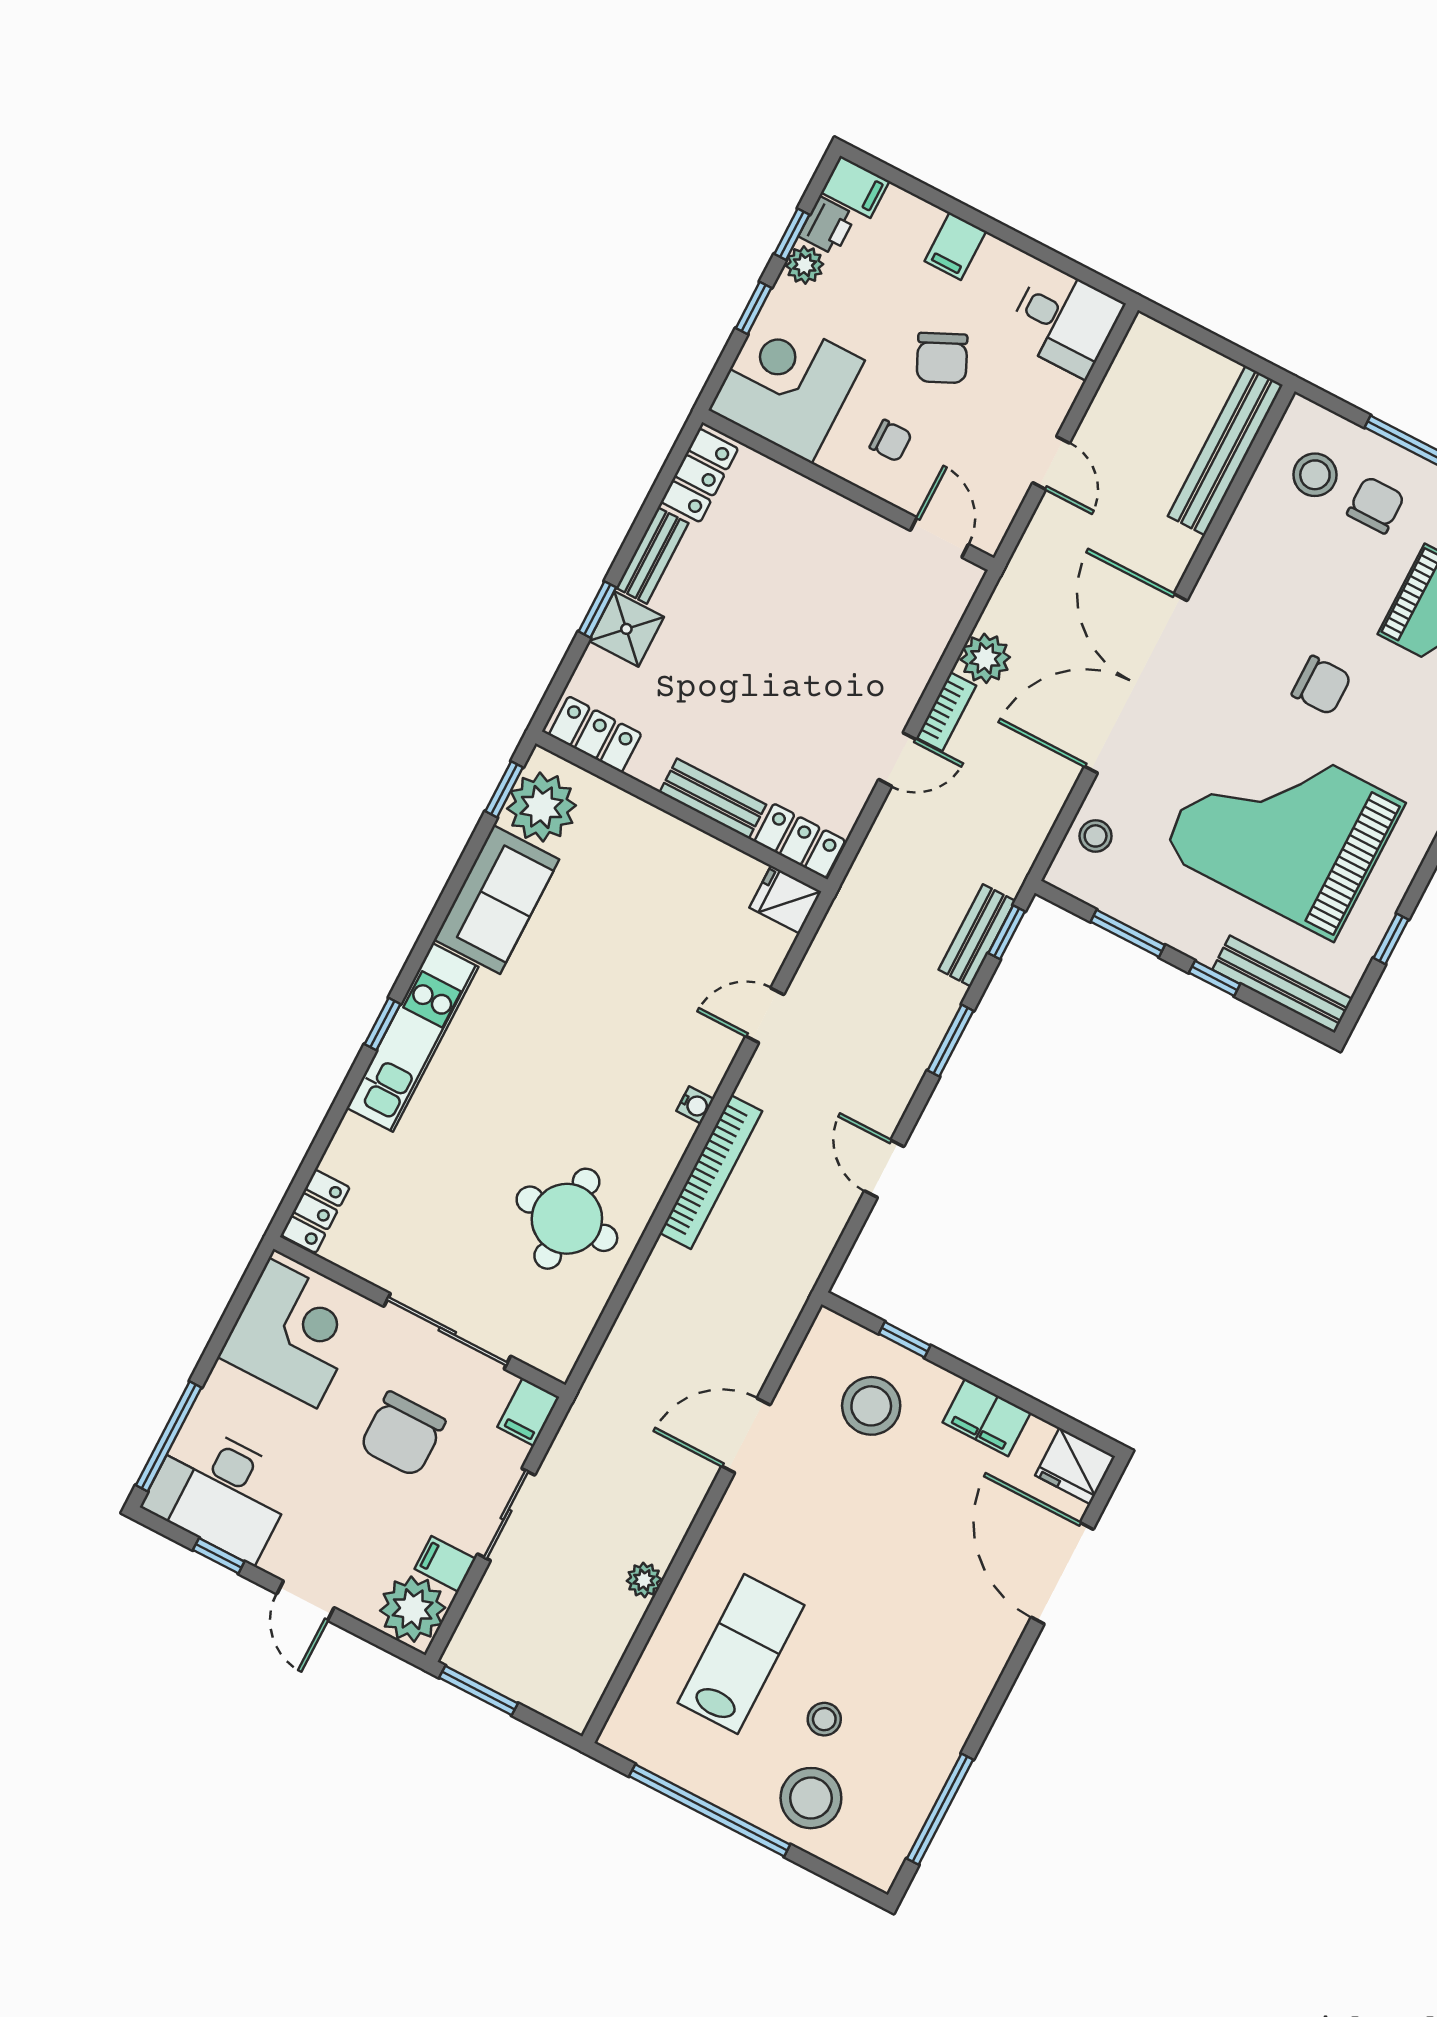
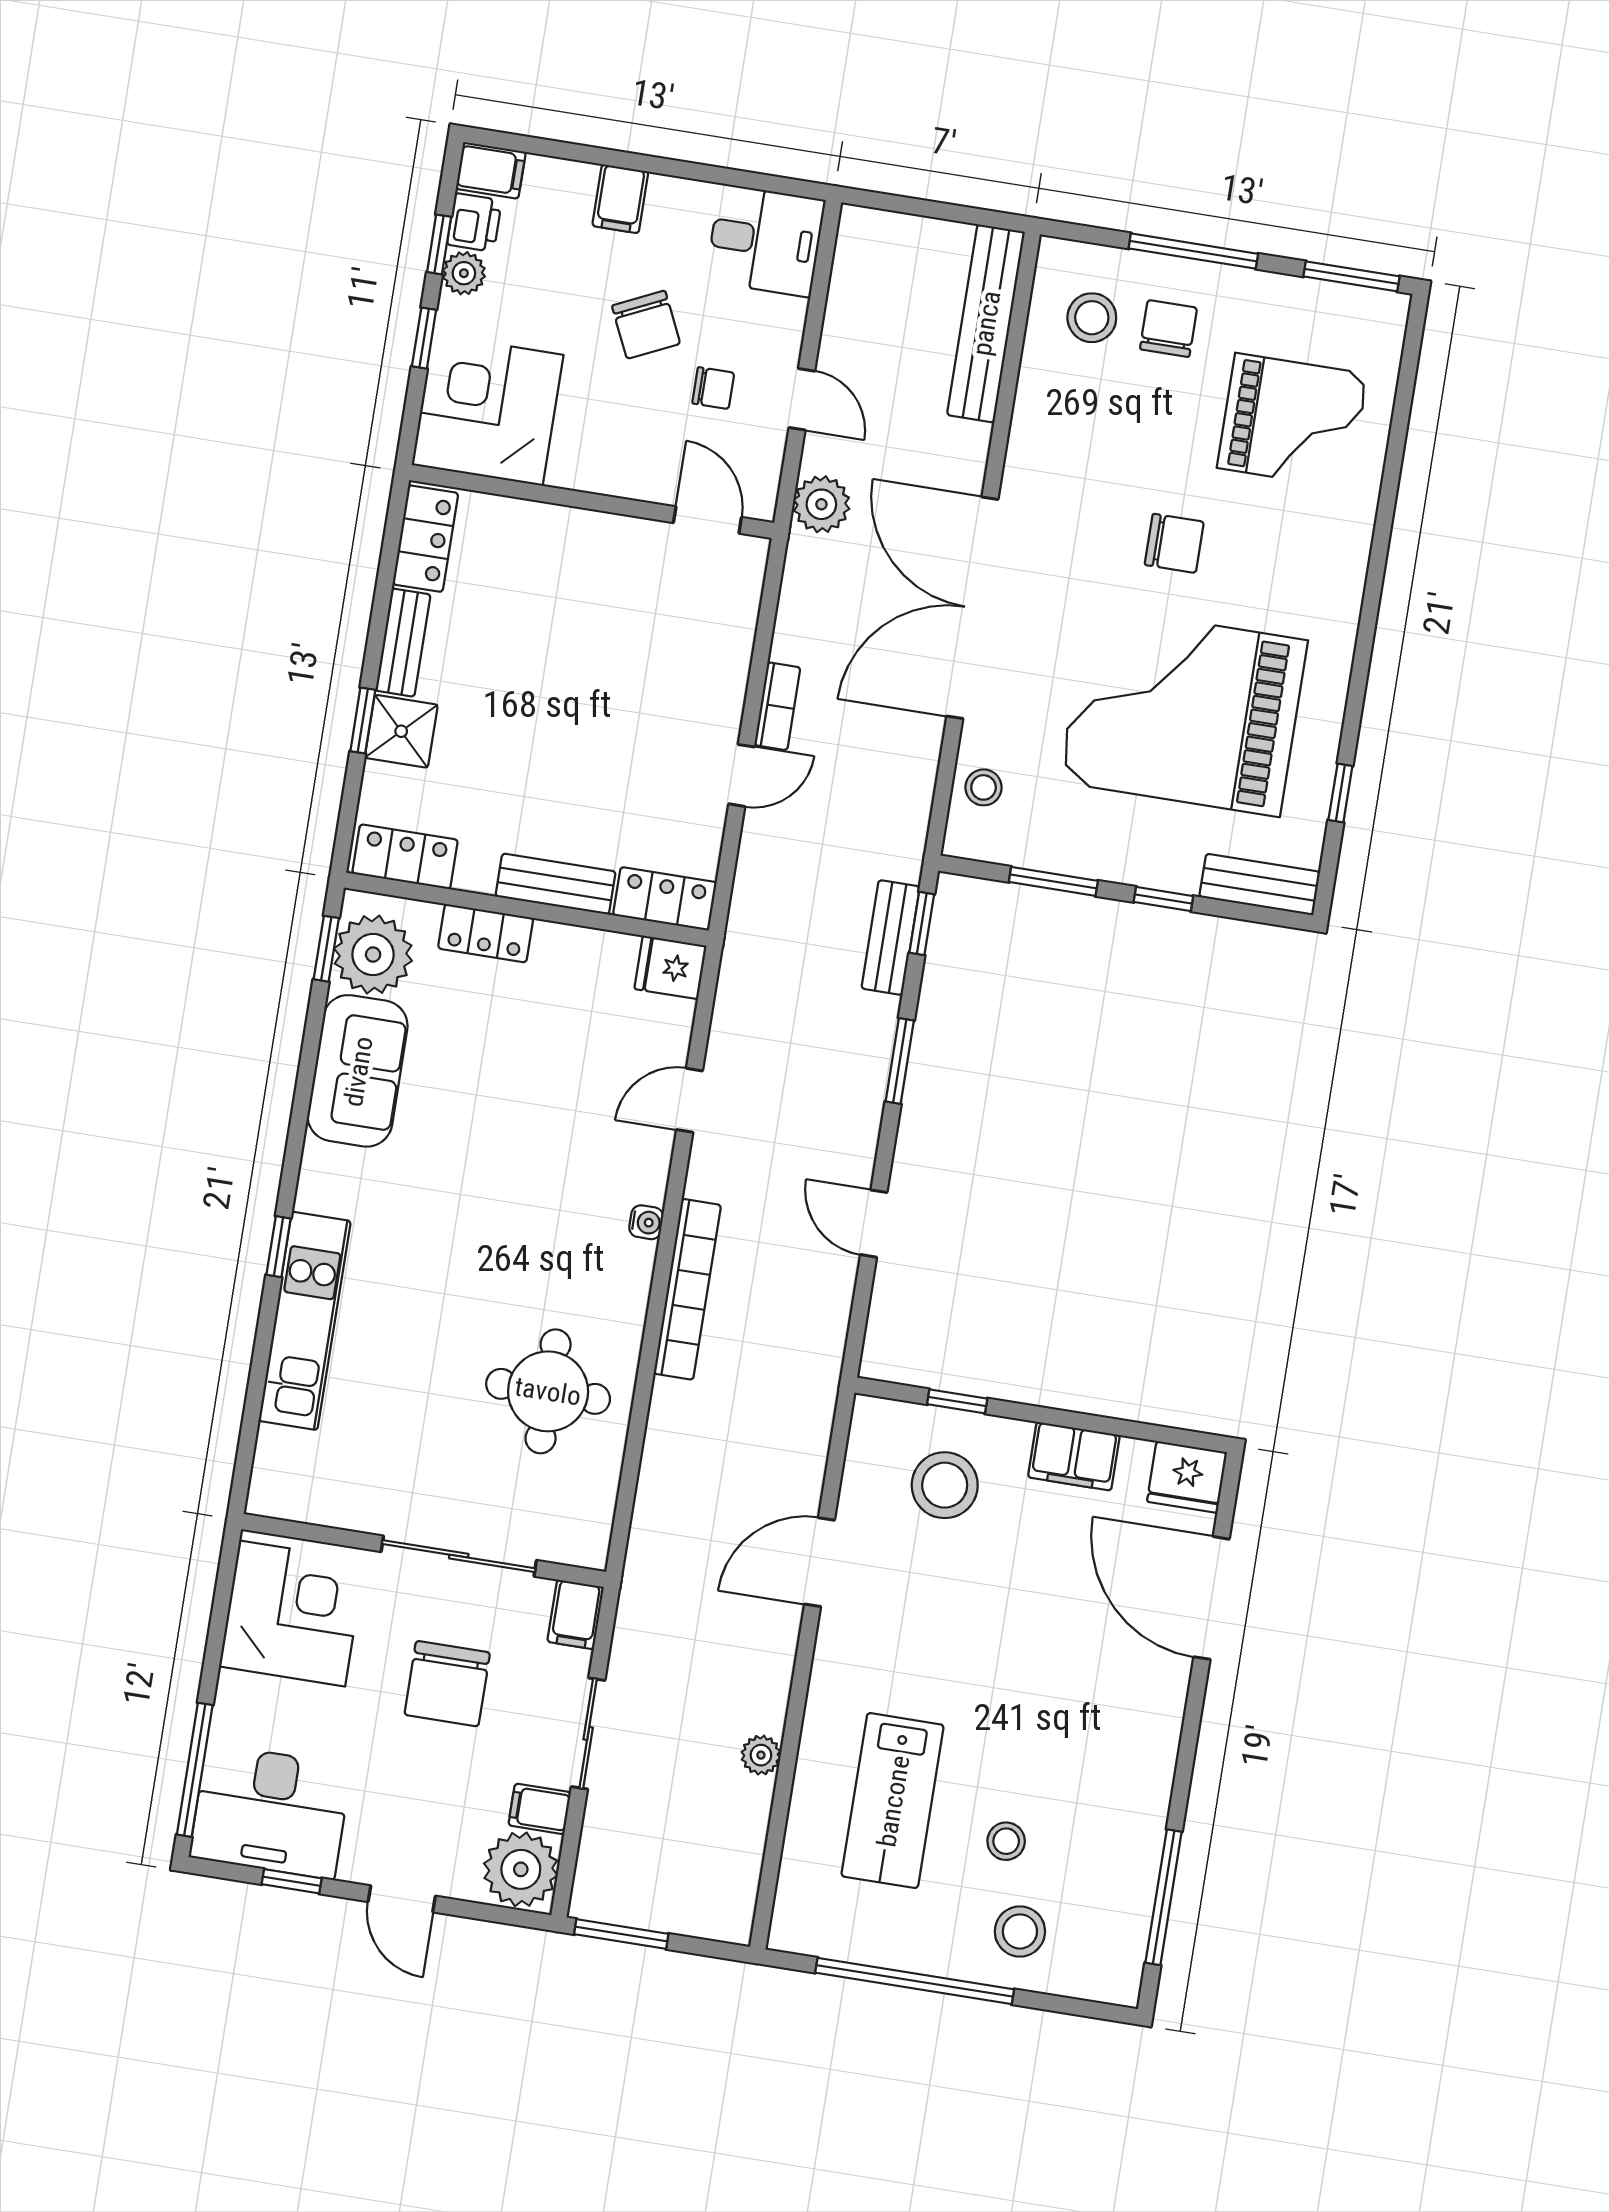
chair: (891, 441) -> (713, 388), moved
plant: (985, 658) -> (821, 504), moved
bench: (1282, 984) -> (1260, 884), width x0.73
kitchen unit: (413, 1037) -> (305, 1321), moved
locker: (315, 1211) -> (486, 933), moved, turned 90
lab bench: (741, 1654) -> (893, 1801), turned 180
stool: (811, 1798) -> (1020, 1931), width x0.73, depth x0.73

